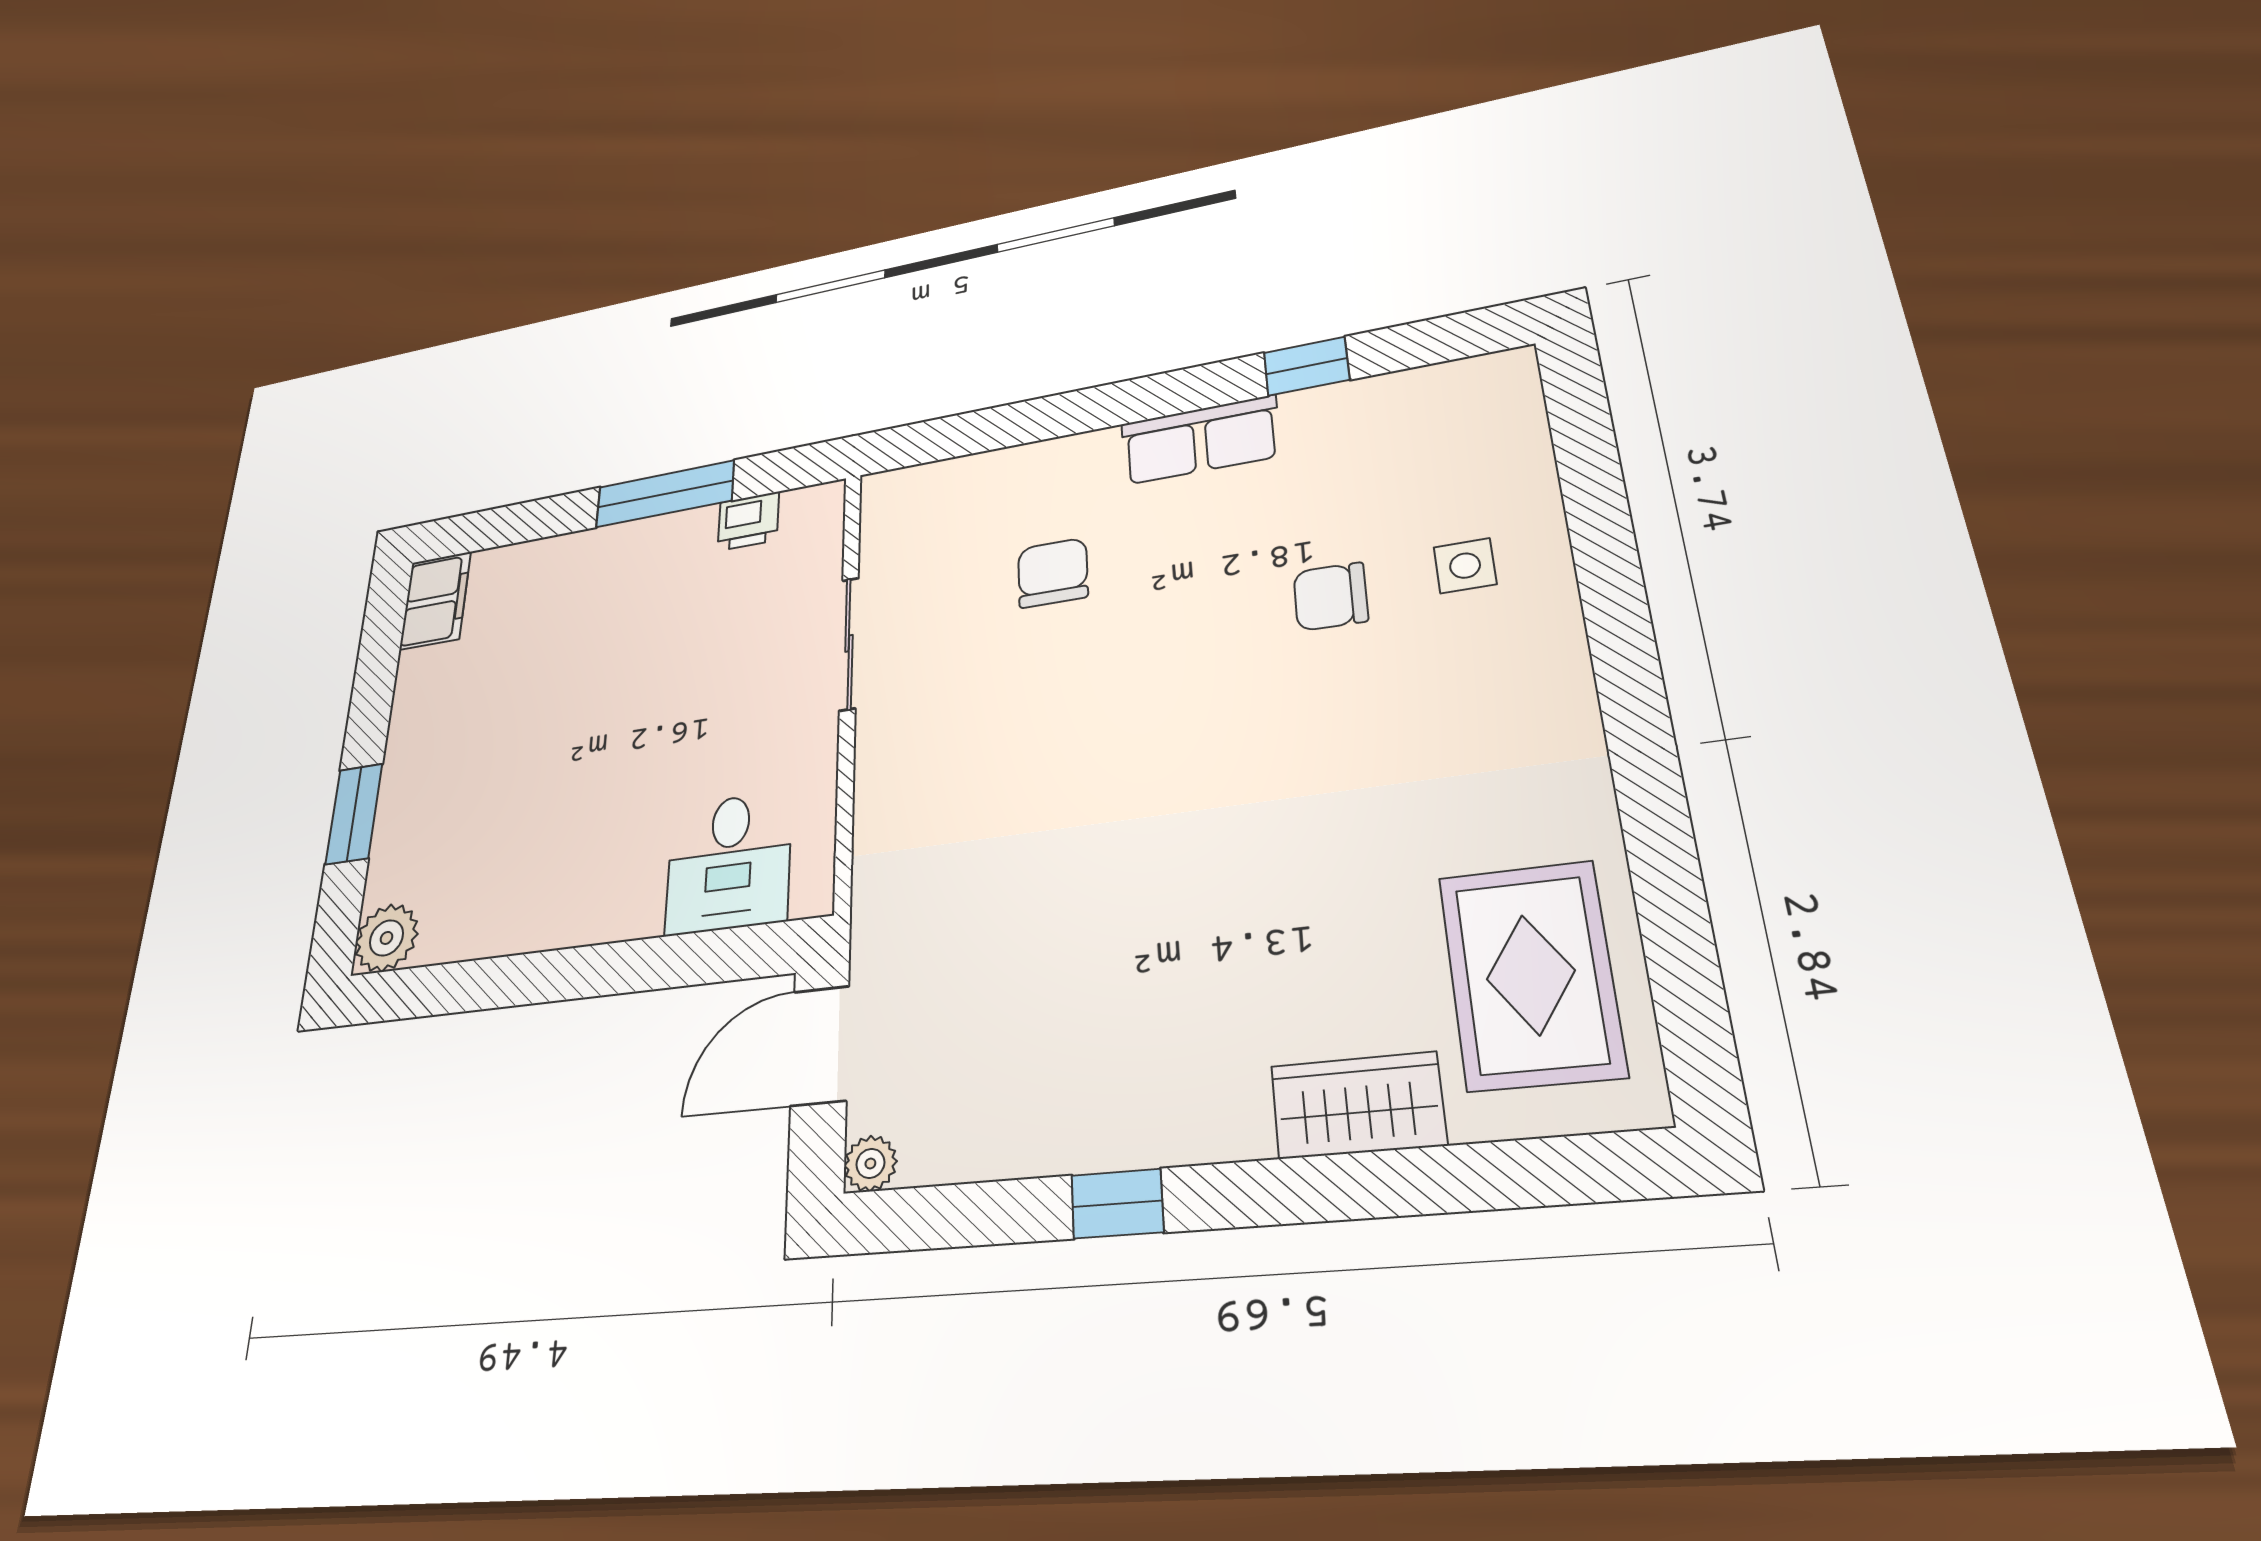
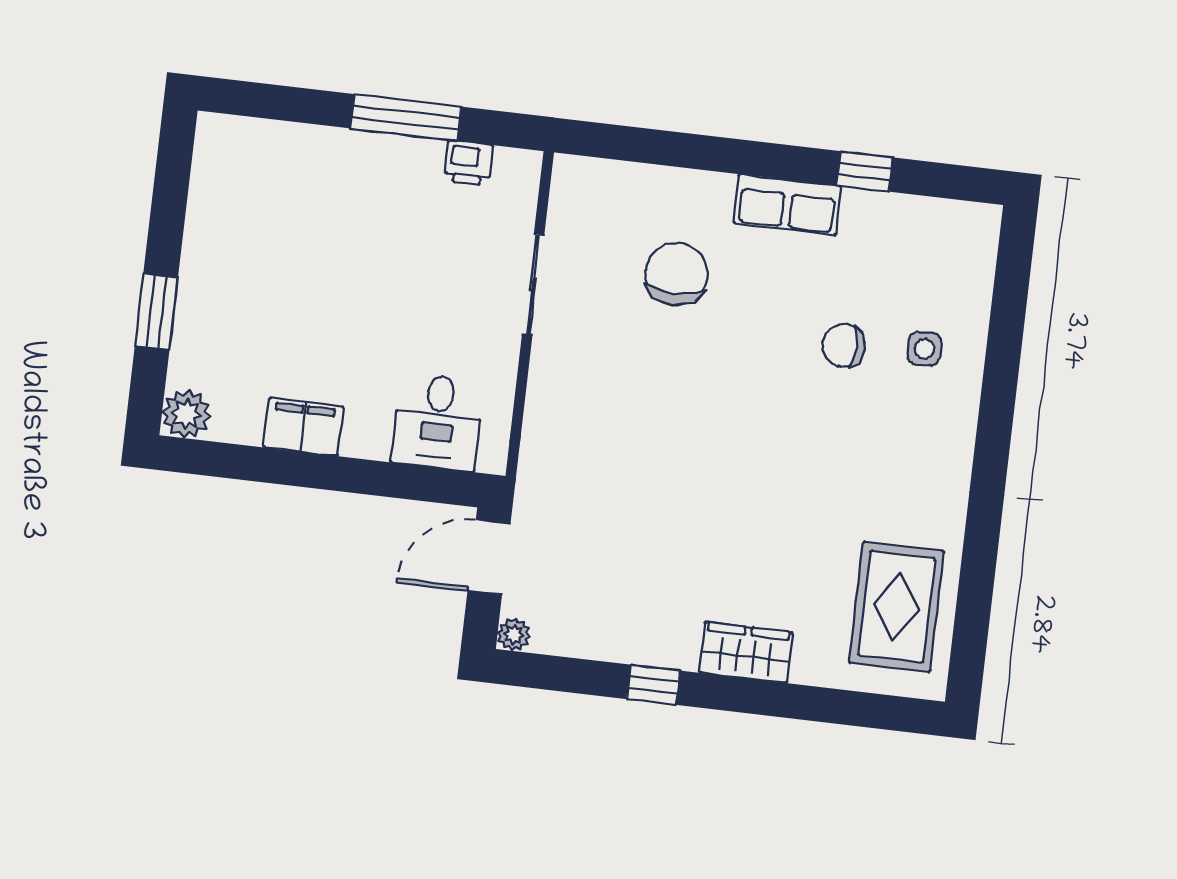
chair: (1053, 573) -> (676, 274), width x1.37, depth x1.37
filing cabinet: (435, 601) -> (303, 427), moved, turned -90
wardrobe: (1358, 1105) -> (746, 652), moved

